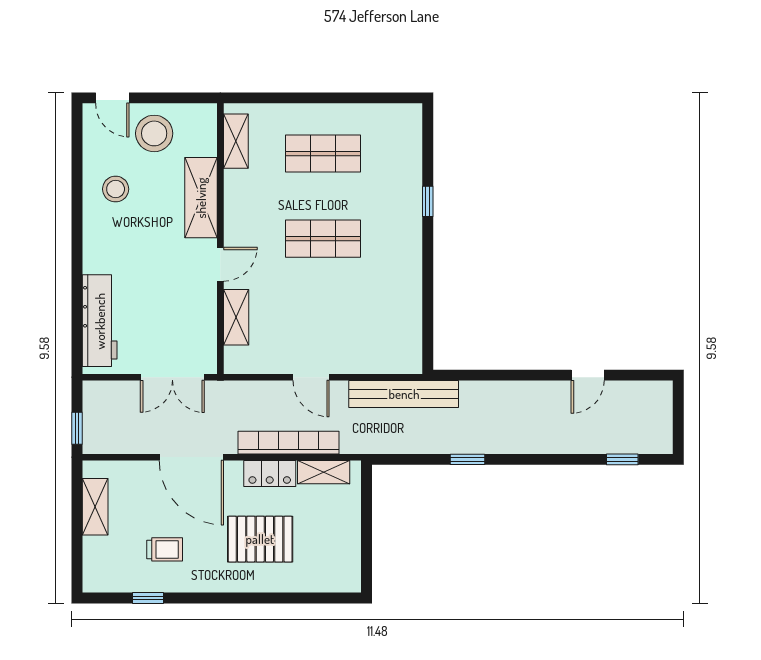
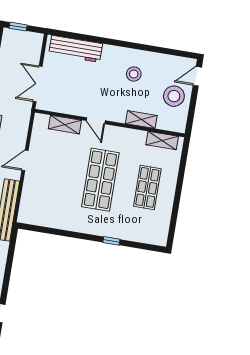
stool: (116, 189) -> (134, 74), moved
shelving: (201, 198) -> (141, 120), width x0.67, depth x0.75
shop shelf: (323, 239) -> (100, 180), width x1.43, depth x1.36

